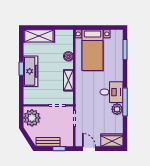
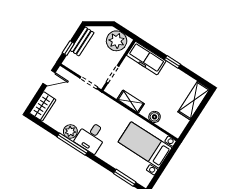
freezer: (31, 71) -> (146, 58), moved

